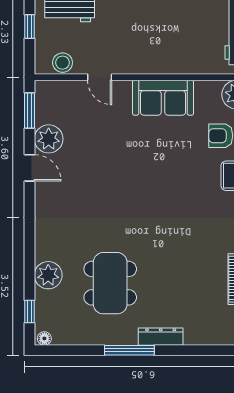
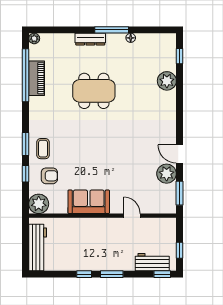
stool: (63, 63) -> (157, 226), removed
dining table: (110, 283) -> (94, 91), moved, turned 90
floor lamp: (44, 338) -> (131, 38), moved

